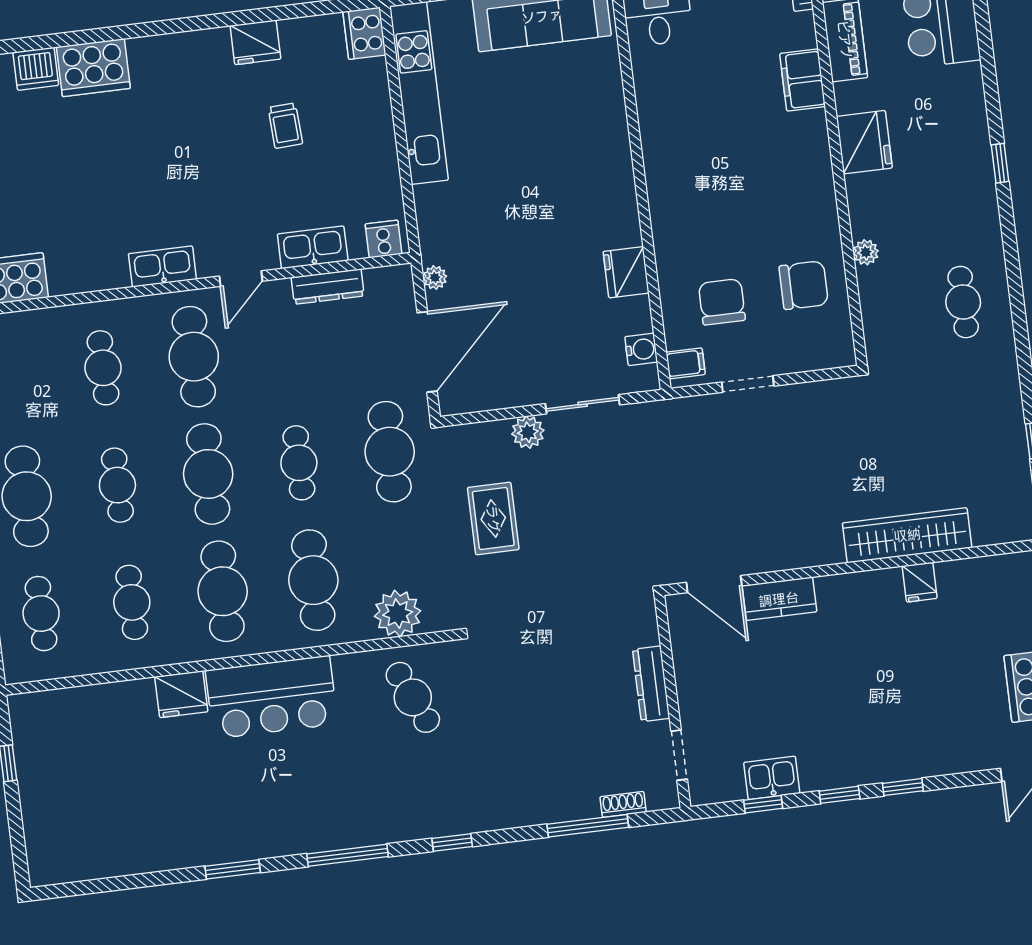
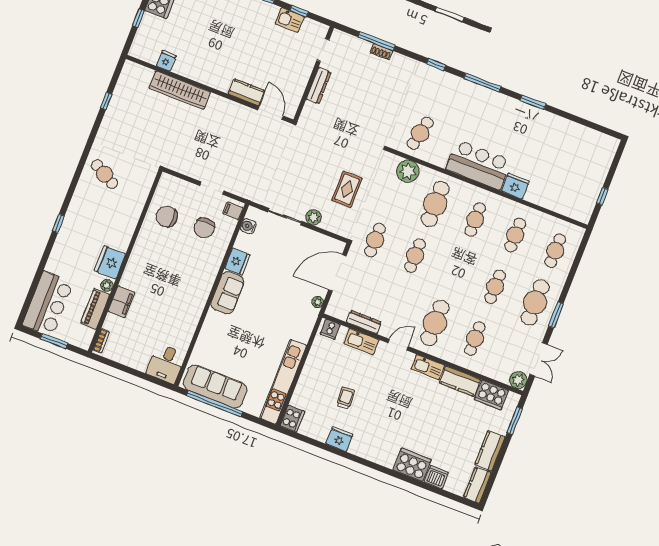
sofa: (613, 204) -> (228, 293), added
plant: (866, 252) -> (107, 285), moved
kitchen counter: (88, 273) -> (460, 381), added
cafe table: (963, 302) -> (105, 174), turned -61
cafe table: (390, 452) -> (375, 240), width x0.73, depth x0.74
cafe table: (208, 474) -> (455, 271), removed
fridge: (920, 582) -> (166, 61), moved
cafe table: (223, 591) -> (475, 219), width x0.73, depth x0.74
cafe table: (413, 697) -> (420, 133), turned 36
shoe rack: (623, 804) -> (381, 52), moved

